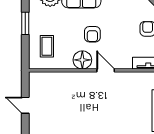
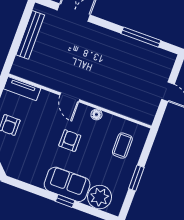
floor lamp: (82, 60) -> (96, 115), width x0.53, depth x0.53

